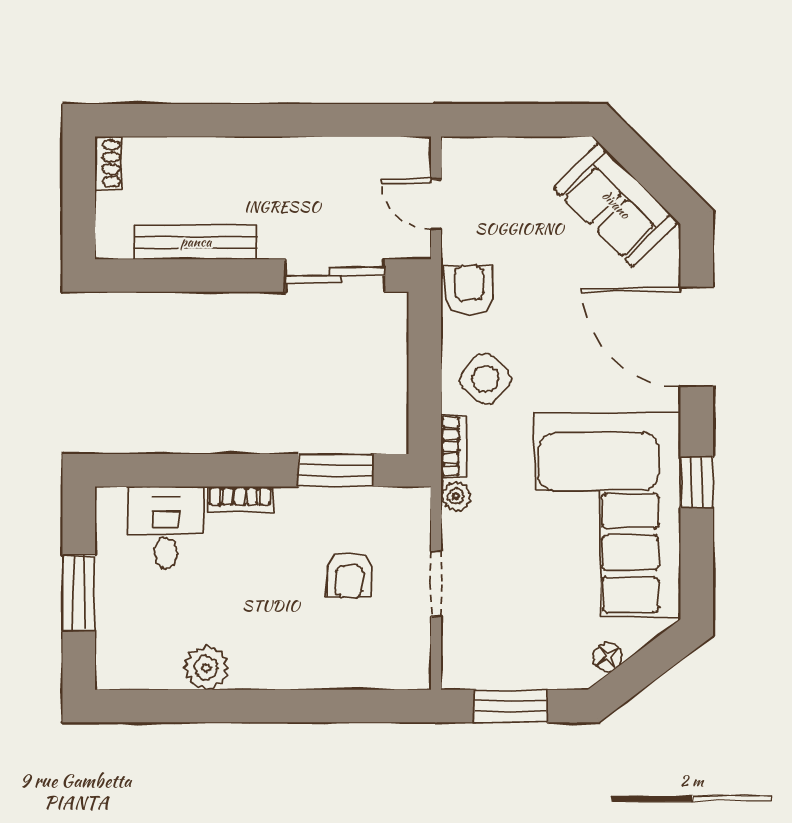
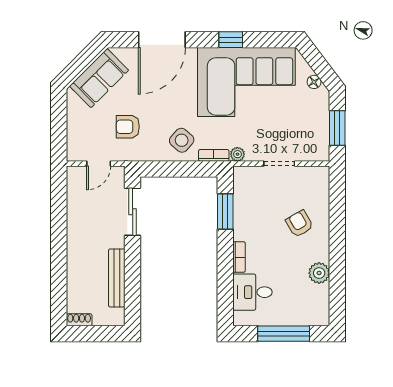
armchair: (469, 290) -> (128, 127), moved
armchair: (349, 575) -> (299, 224), moved, turned -120
window: (79, 593) -> (284, 334), width x1.44

